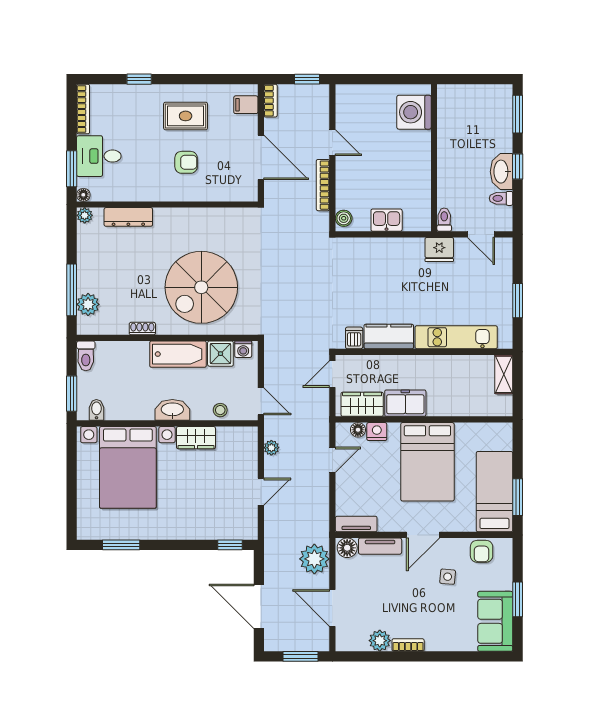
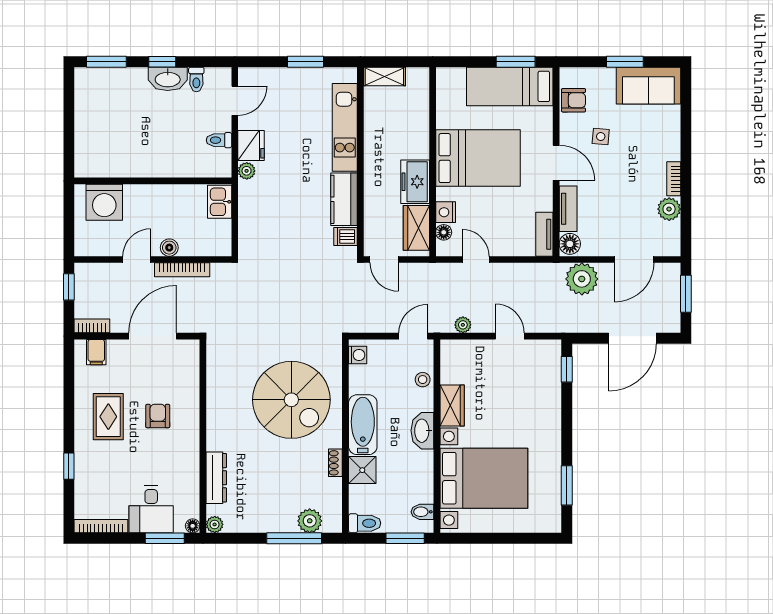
washing machine: (414, 112) -> (104, 202), moved
wall: (434, 158) -> (153, 181), moved
boiler: (344, 218) -> (169, 248), moved
plant: (415, 245) -> (247, 171), added
shower: (220, 354) -> (362, 470), moved

